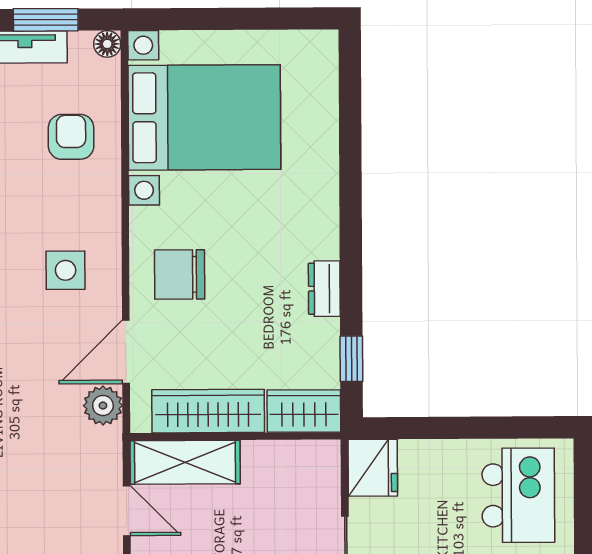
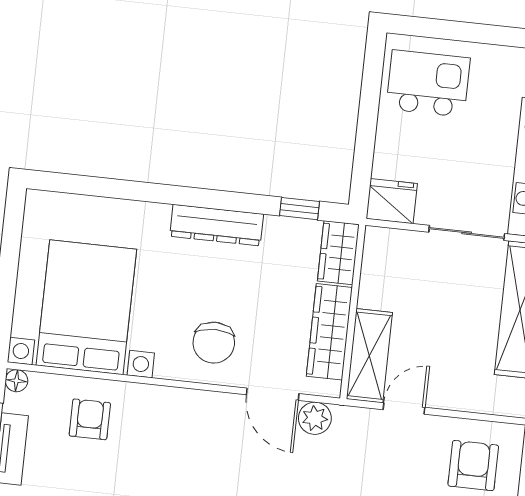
armchair: (71, 137) -> (90, 419), turned 90
side table: (66, 270) -> (200, 436), removed
dresser: (324, 289) -> (217, 225), width x1.96, depth x1.24

